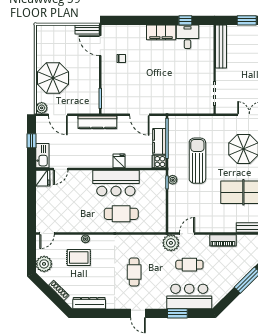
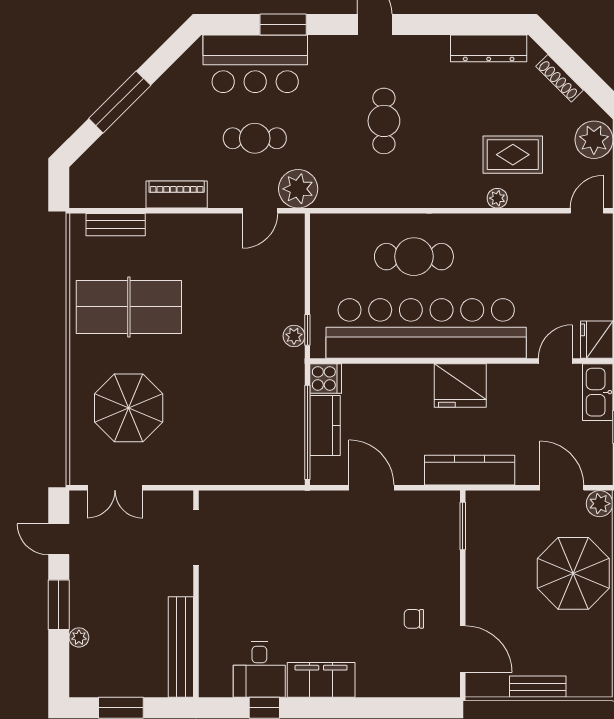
bench: (87, 29) -> (538, 687), moved
fridge: (119, 161) -> (460, 385), moved, width x1.88, depth x1.34
sun lounger: (197, 161) -> (236, 380), removed
bar counter: (116, 183) -> (426, 328), width x1.86

